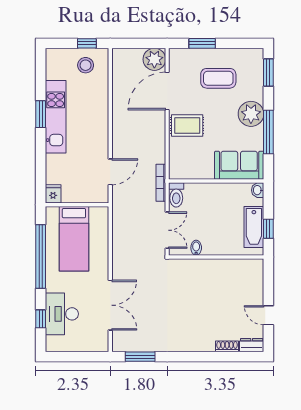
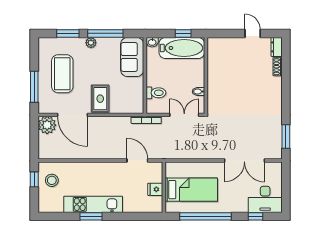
window: (202, 43) -> (34, 87), width x1.44
window: (268, 72) -> (68, 33), moved
coffee table: (218, 78) -> (62, 74), width x1.36, depth x1.32
plant: (251, 114) -> (91, 43), width x0.53, depth x0.53
fridge: (53, 194) -> (155, 189), moved
toilet: (176, 195) -> (156, 93), moved
bathtub: (254, 227) -> (182, 48), width x1.36, depth x1.36
double door: (110, 305) -> (244, 161), swing flipped
desk: (62, 314) -> (265, 199), moved
door: (268, 315) -> (253, 33), swing flipped

